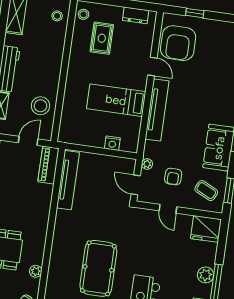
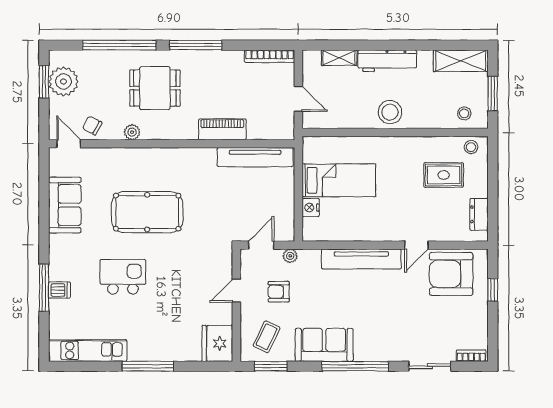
bed: (116, 100) -> (339, 180), moved, turned 90
stool: (41, 106) -> (390, 112), moved
piano: (48, 165) -> (222, 129), moved
plant: (206, 275) -> (158, 351), removed

